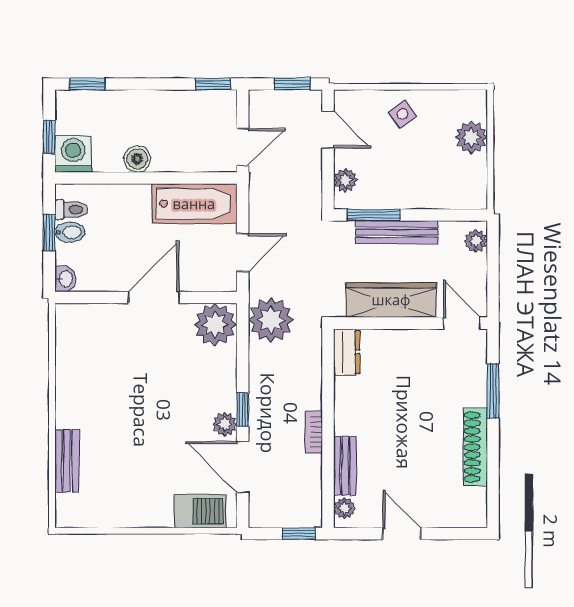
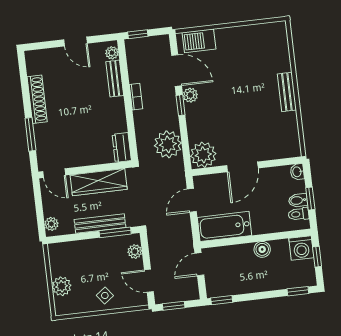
plant: (271, 320) -> (168, 144), moved
bench: (67, 461) -> (287, 92), moved

